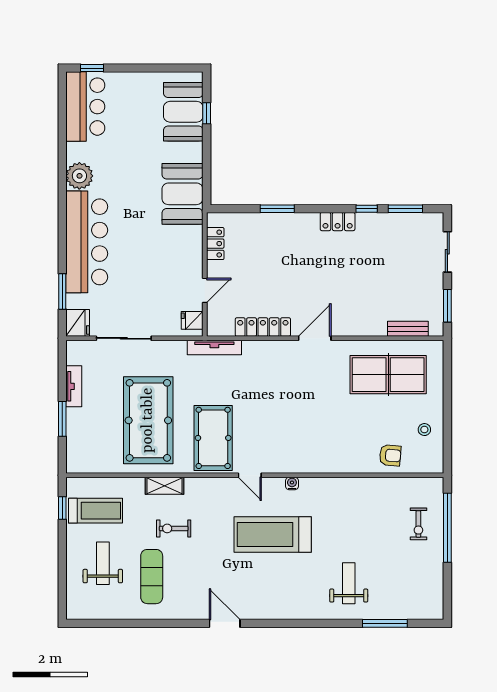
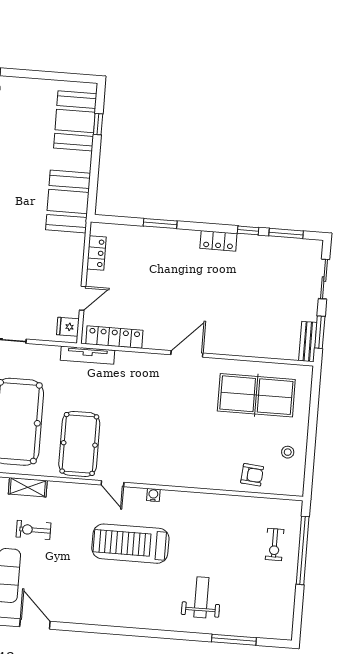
locker: (263, 327) -> (114, 337), moved
bench: (408, 329) -> (308, 342), moved, turned 90
door: (225, 623) -> (35, 624), moved

